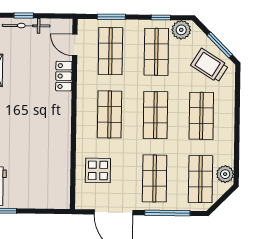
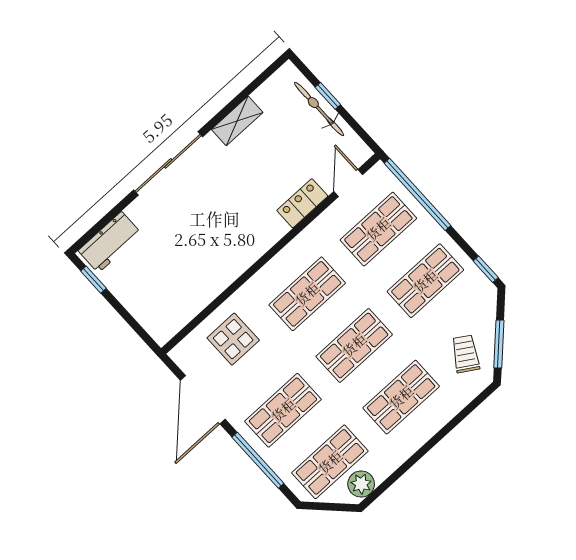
window: (111, 17) -> (417, 194), width x2.11
window: (161, 17) -> (486, 269), moved
plant: (181, 30) -> (476, 286), removed
trolley: (210, 65) -> (466, 354), width x0.73, depth x0.72

